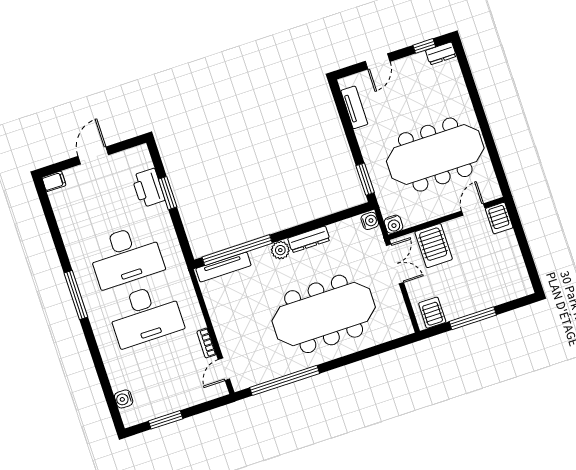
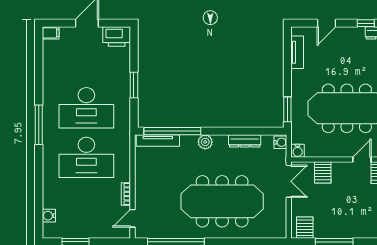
printer: (148, 188) -> (117, 37), moved, turned -90
window: (168, 193) -> (134, 85), moved
dresser: (309, 239) -> (245, 141), moved
server rack: (434, 246) -> (323, 172), width x0.73, depth x0.70

